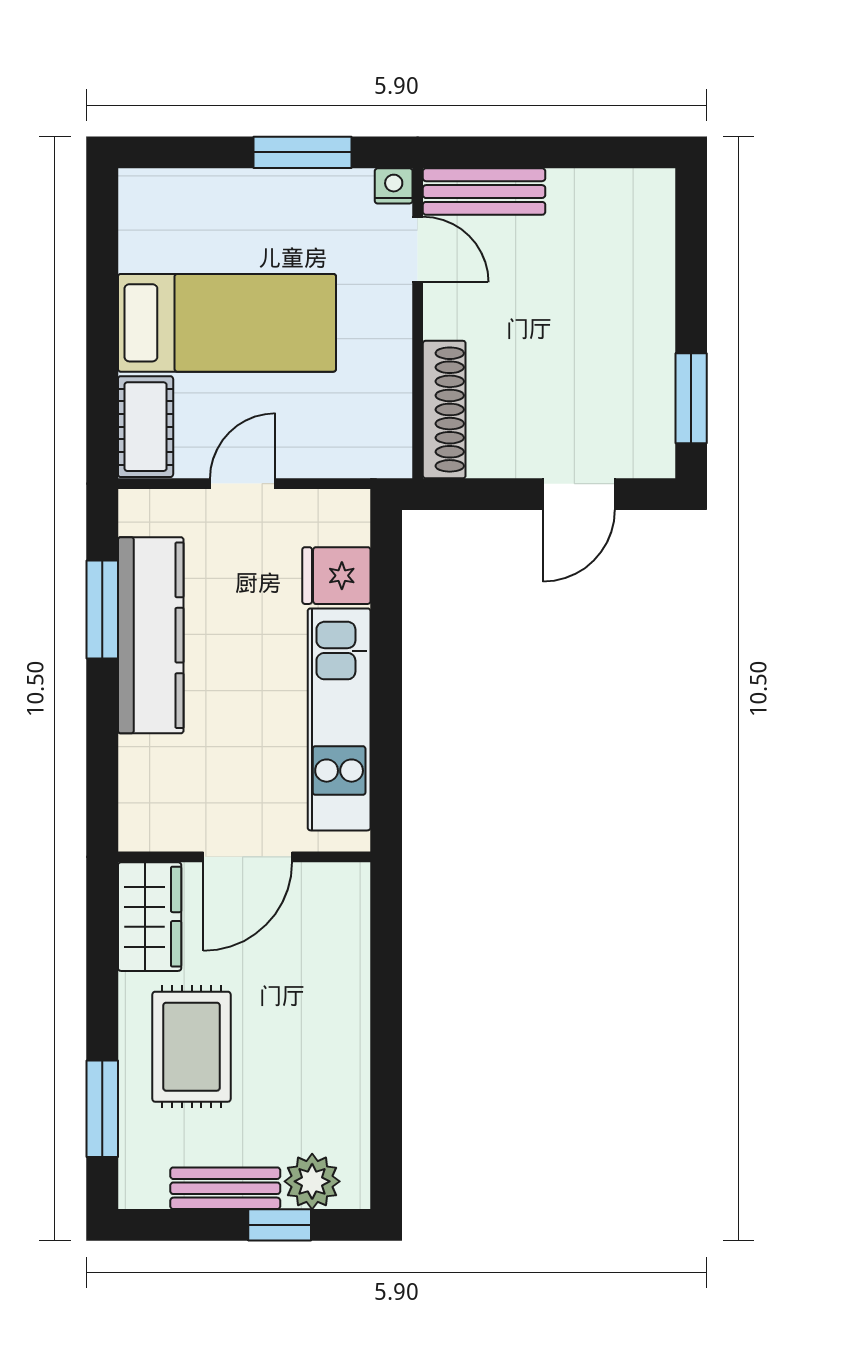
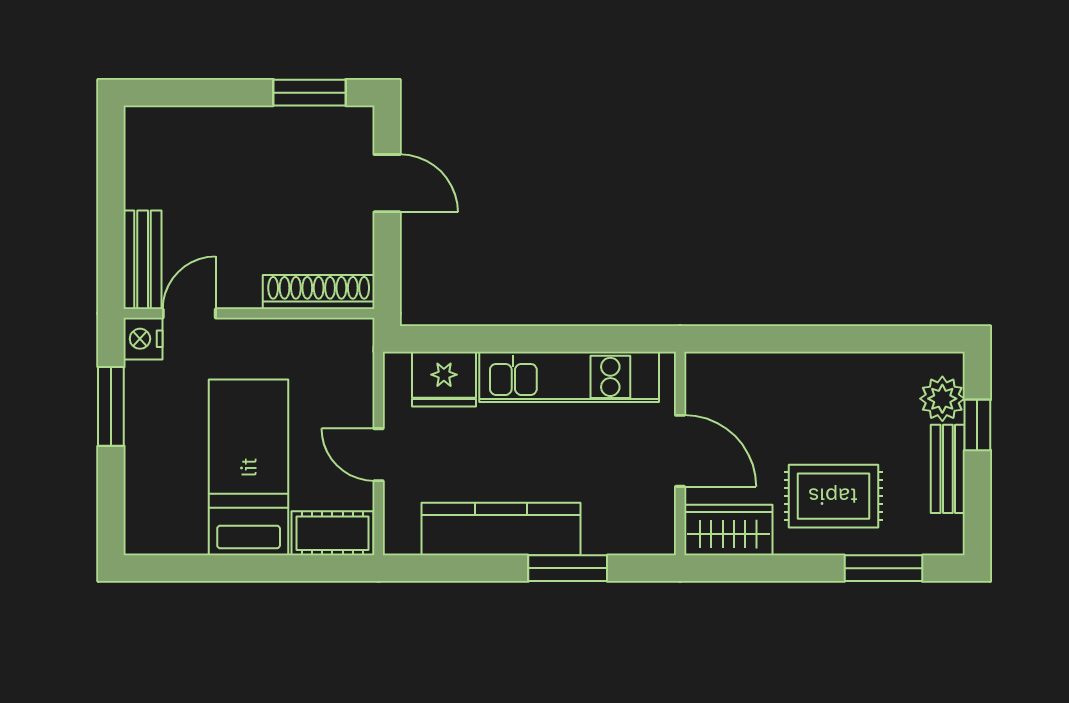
nightstand: (394, 186) -> (143, 339), width x1.39, depth x1.35
fridge: (336, 576) -> (444, 379), width x1.38
window: (102, 610) -> (568, 568), moved

